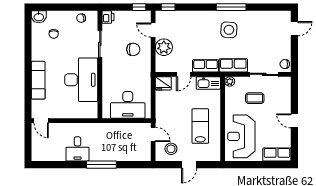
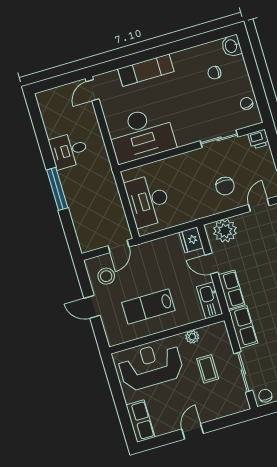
plant: (164, 47) -> (225, 231), moved
desk: (81, 80) -> (141, 134), moved
plant: (230, 81) -> (192, 337), moved
lab bench: (200, 126) -> (148, 307), turned 180

